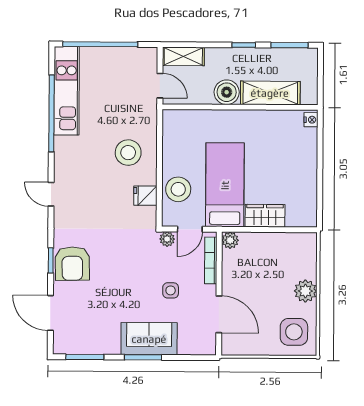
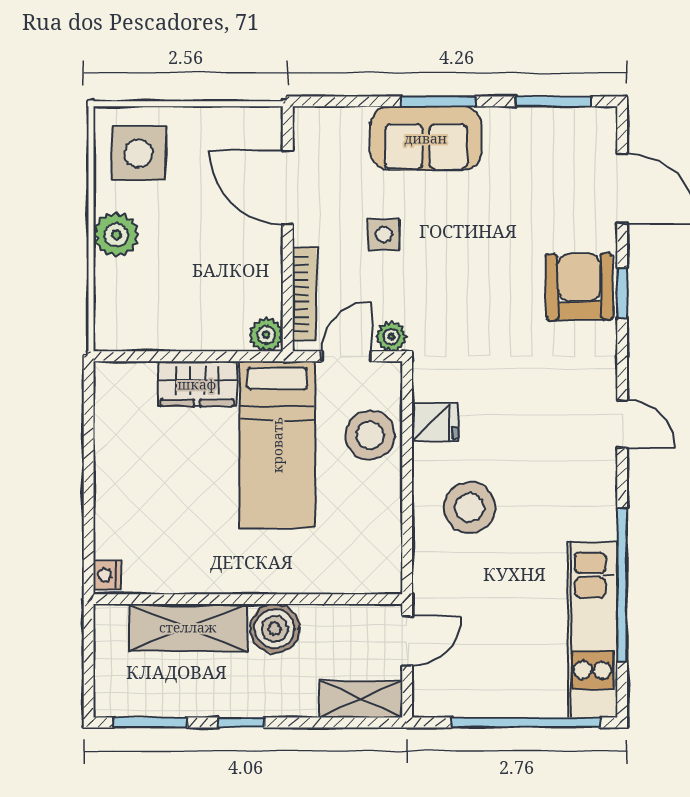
door: (160, 86) -> (407, 641), swing flipped

